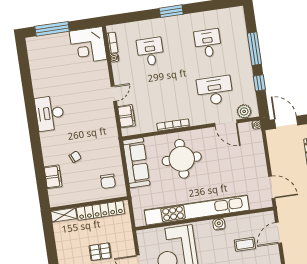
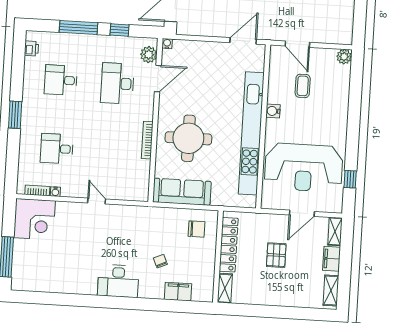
printer: (229, 13) -> (31, 49), added
desk: (50, 113) -> (118, 281), moved
filing cabinet: (126, 116) -> (126, 192), removed

